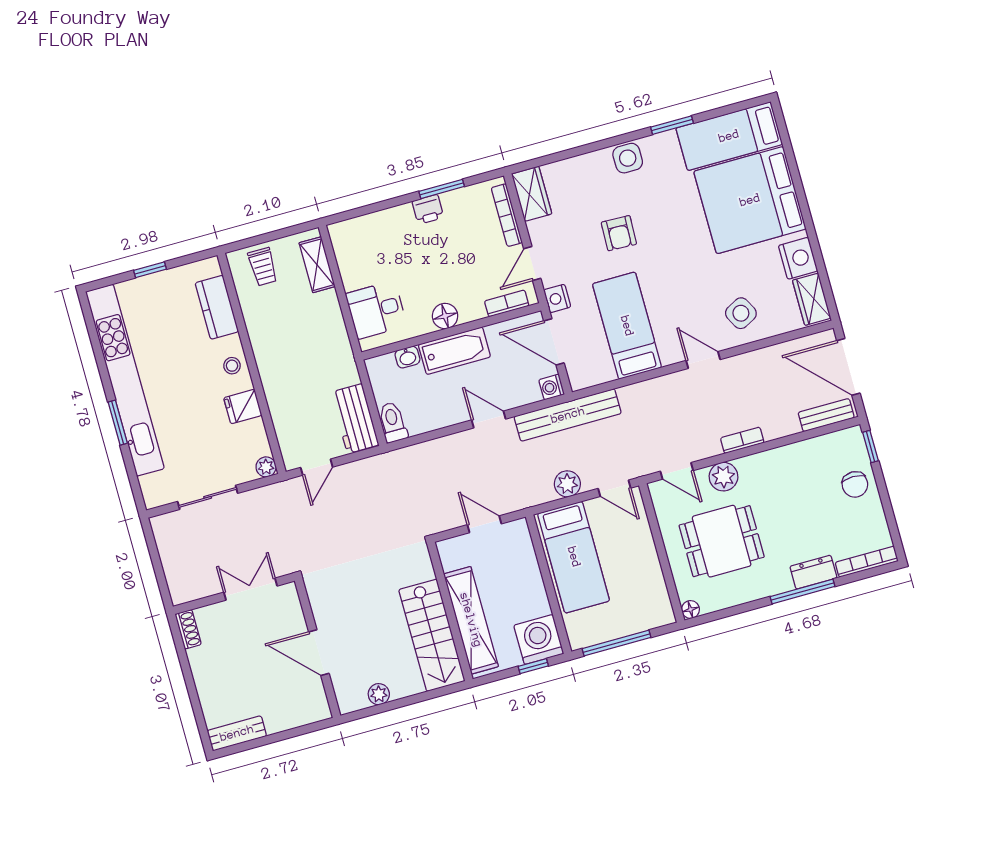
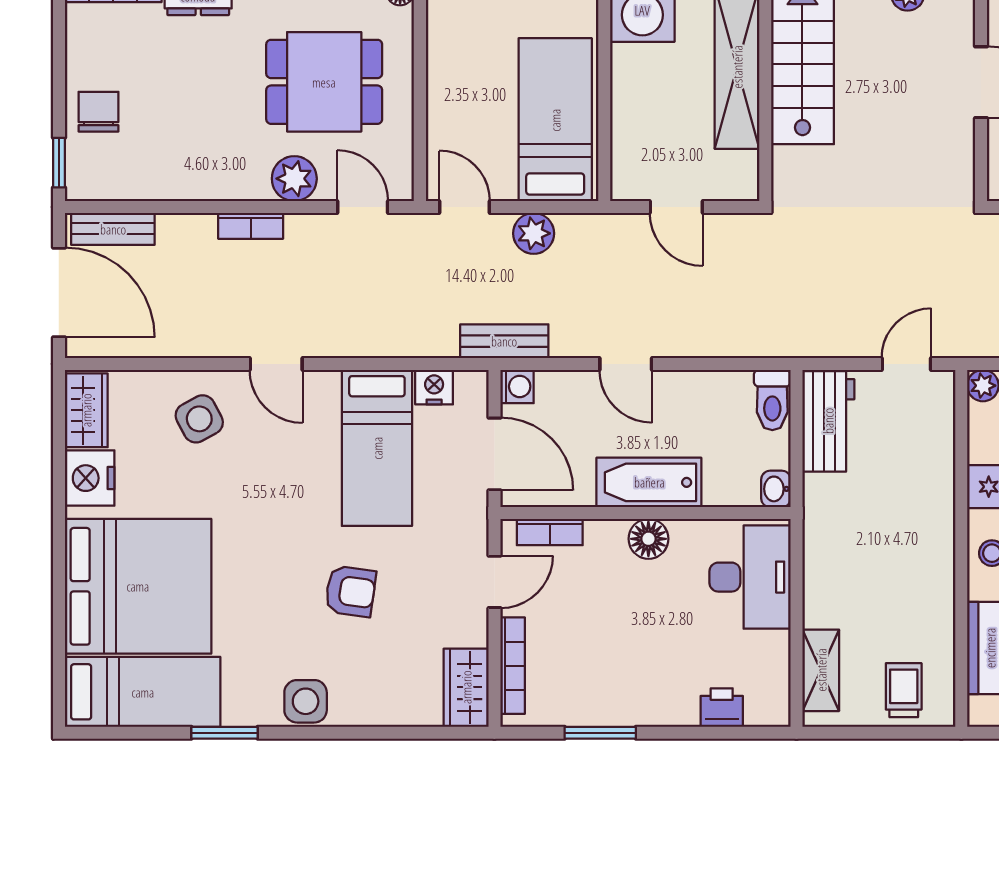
printer: (428, 209) -> (722, 708), moved
armchair: (619, 233) -> (350, 591), turned 96
nightstand: (557, 298) -> (434, 387), moved, turned -90
desk: (376, 310) -> (750, 577), width x1.37
washbasin: (407, 357) -> (776, 489), moved, turned -90
bench: (568, 415) -> (504, 341), width x0.54, depth x0.82

